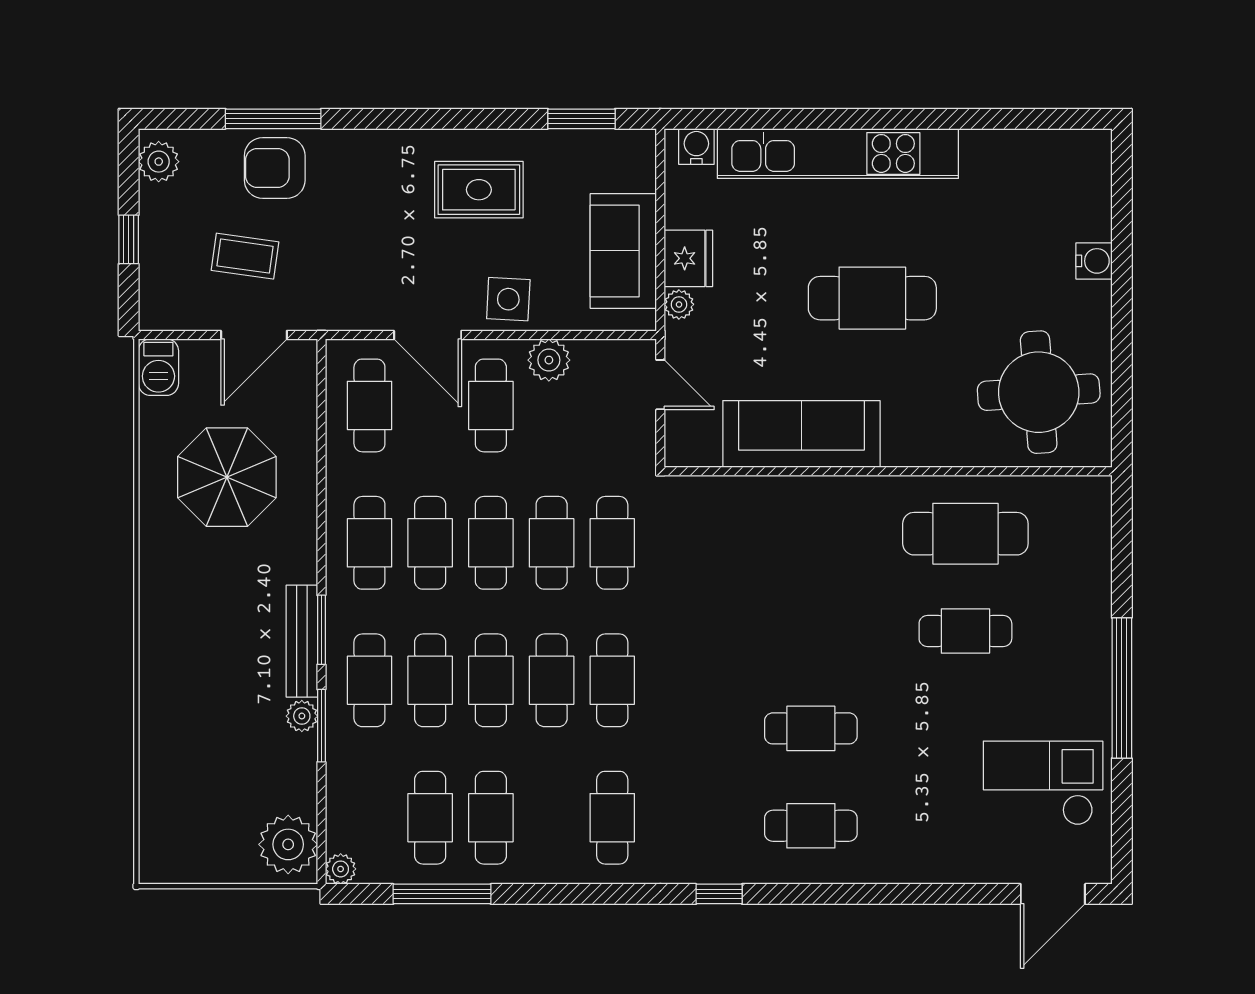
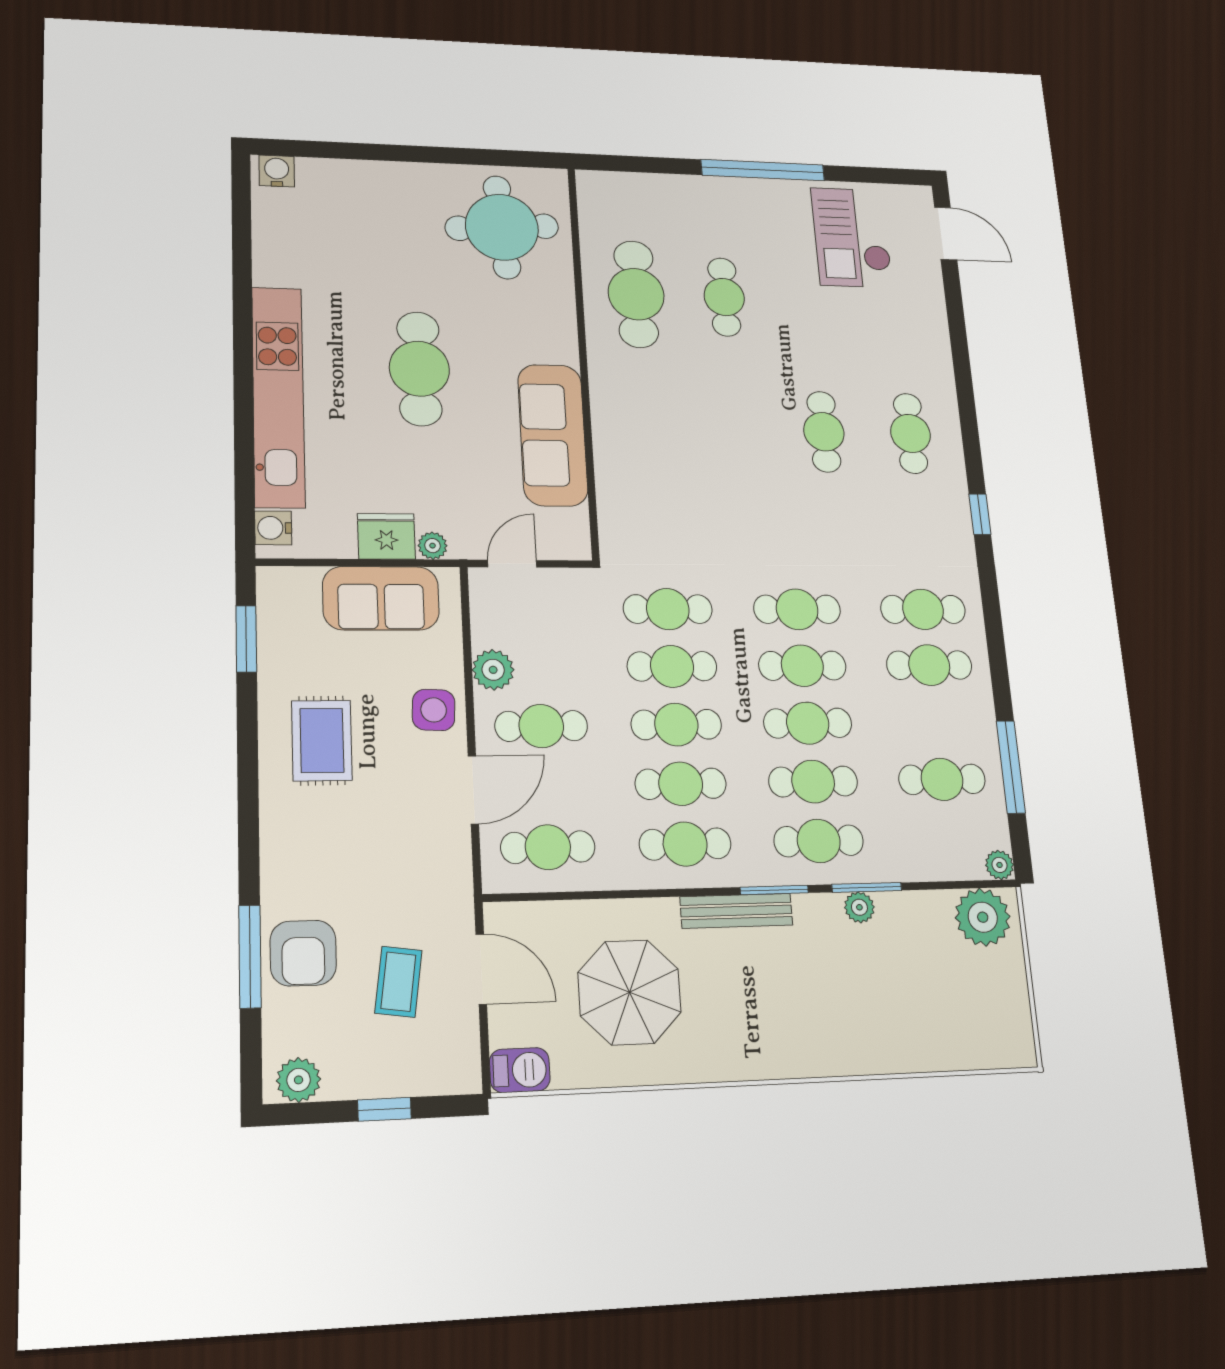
water cooler: (1094, 261) -> (277, 171), moved
bench: (302, 641) -> (736, 911), moved
cafe table: (491, 818) -> (929, 665), moved

